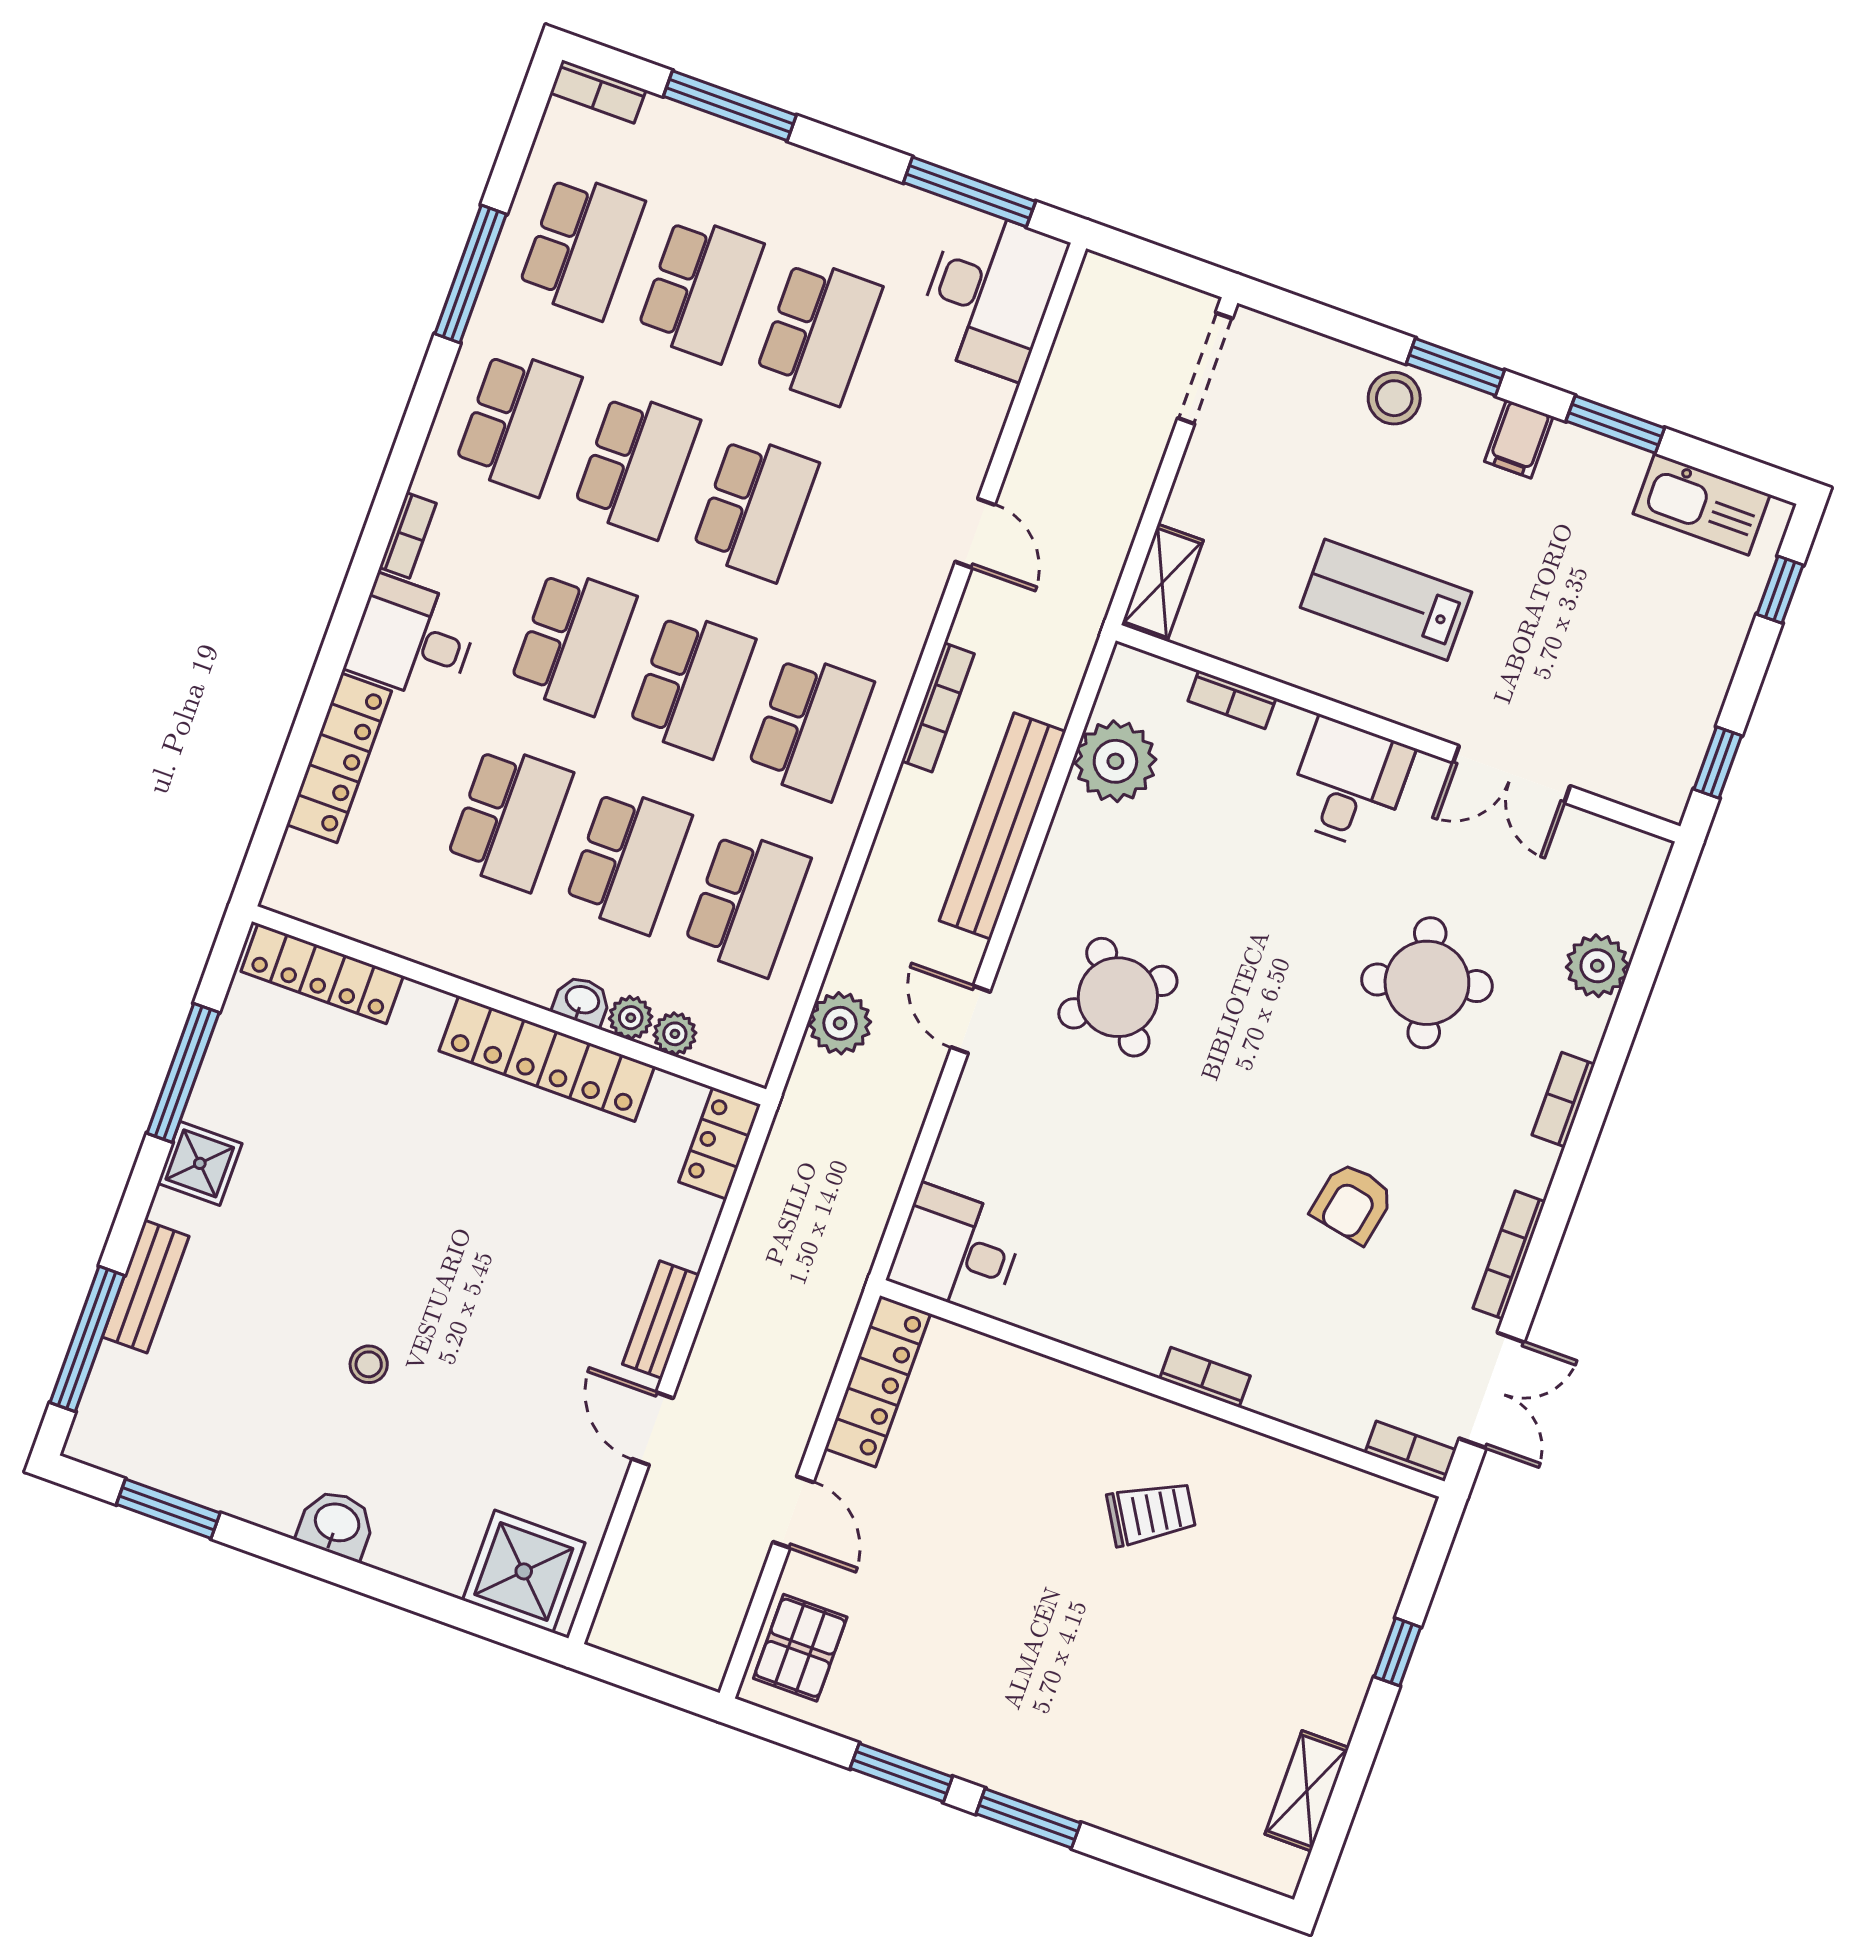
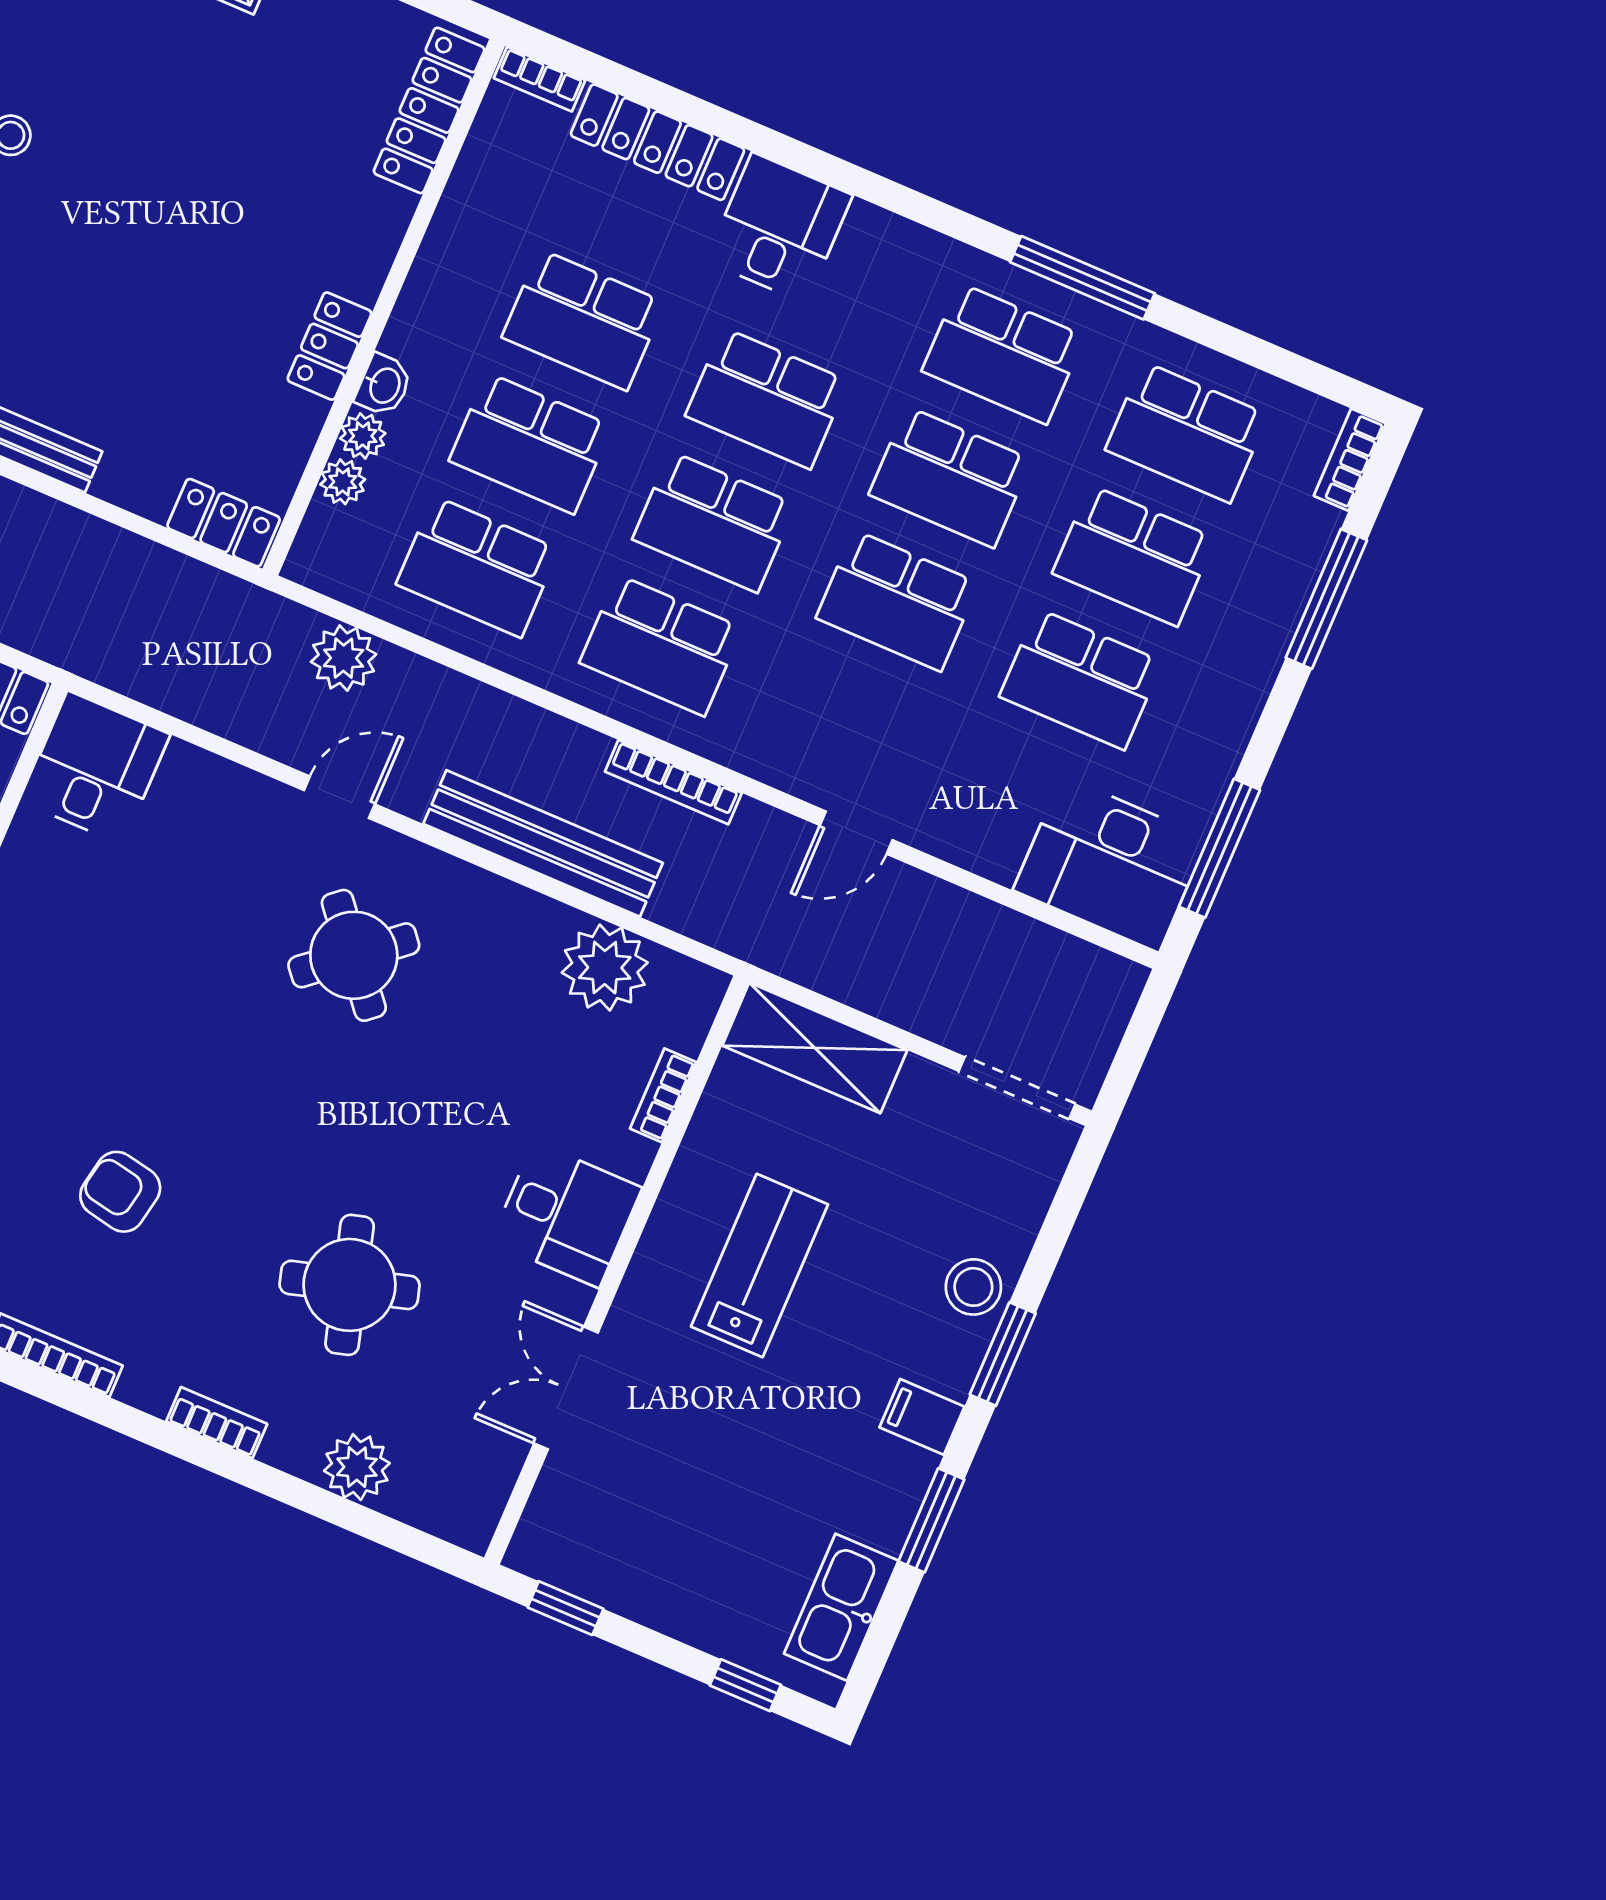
window: (471, 274) -> (1082, 278), moved
bookcase: (408, 535) -> (540, 79), moved
shelving: (1162, 583) -> (815, 1048), width x1.50, depth x1.33
locker: (547, 1059) -> (329, 346), width x0.46, depth x0.83

